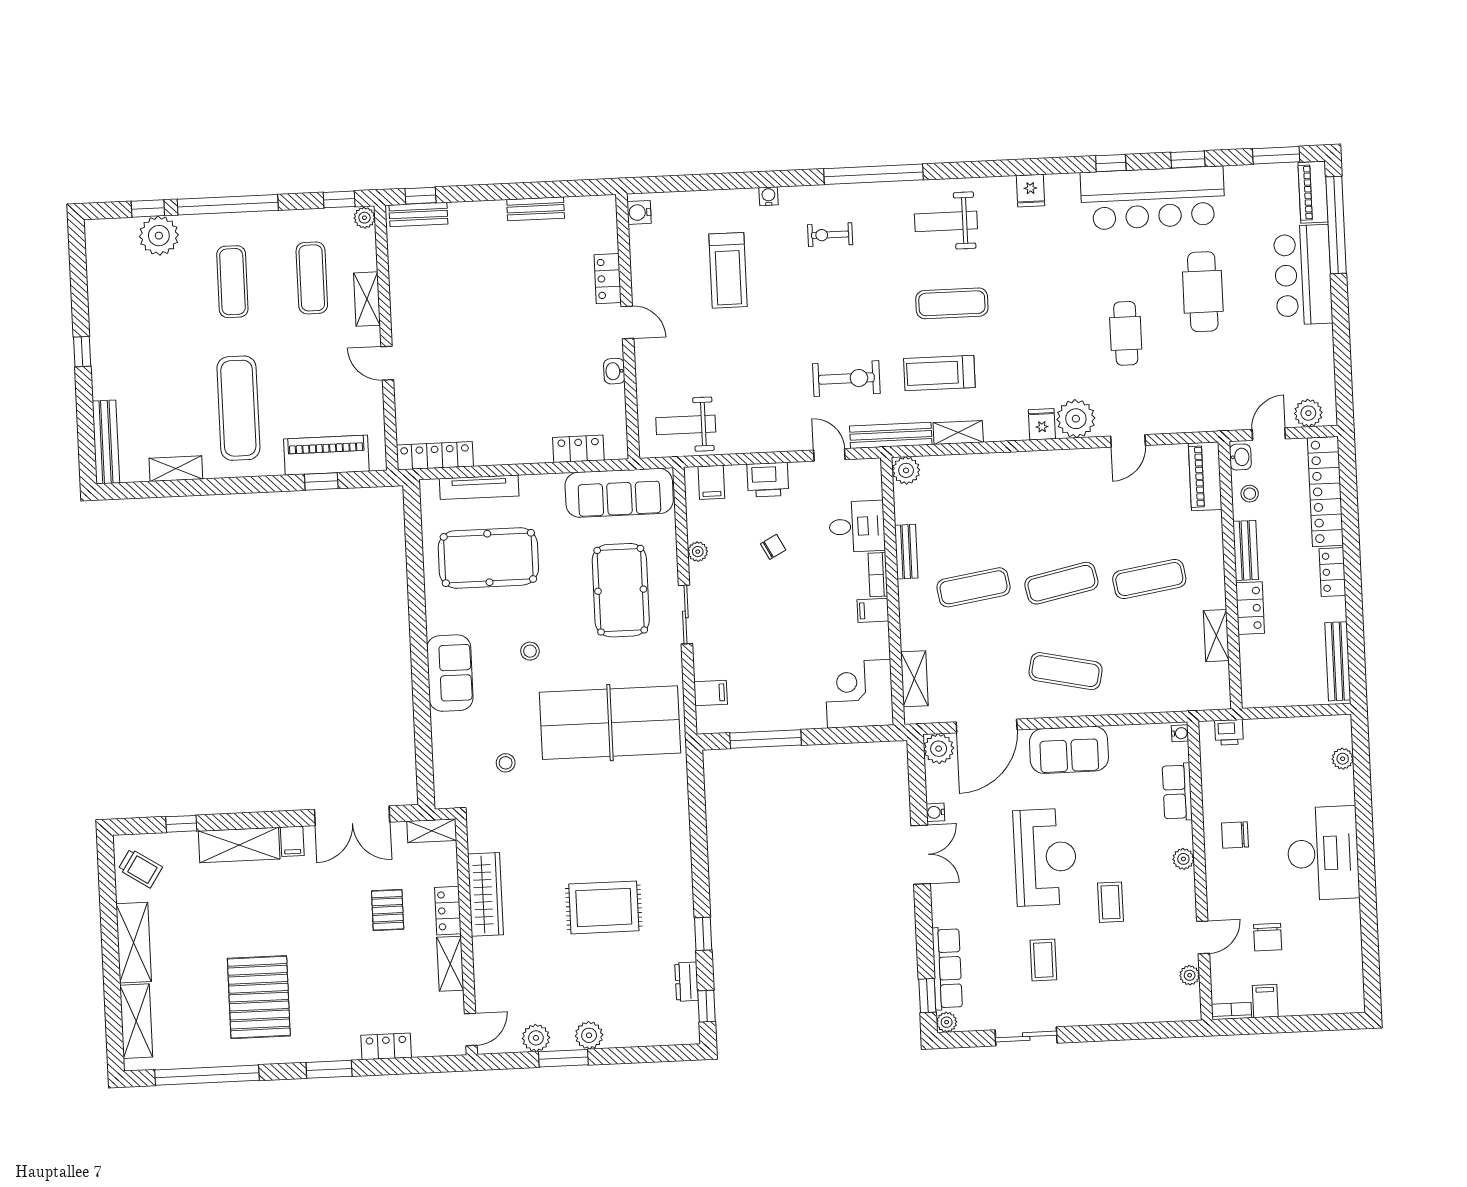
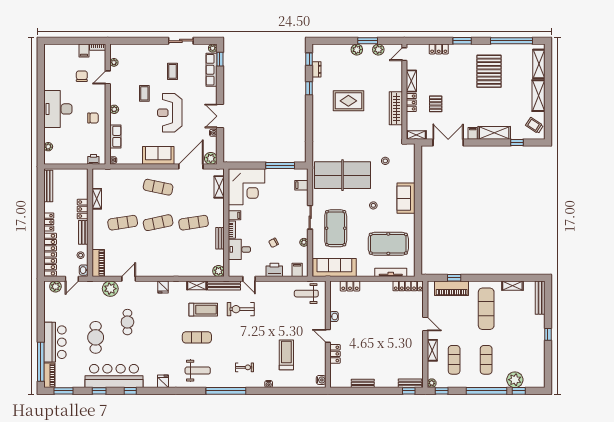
plant: (1076, 419) -> (110, 289), moved
weight bench: (686, 425) -> (306, 294), turned 180
corner desk: (859, 694) -> (246, 187), width x1.36, depth x1.36

